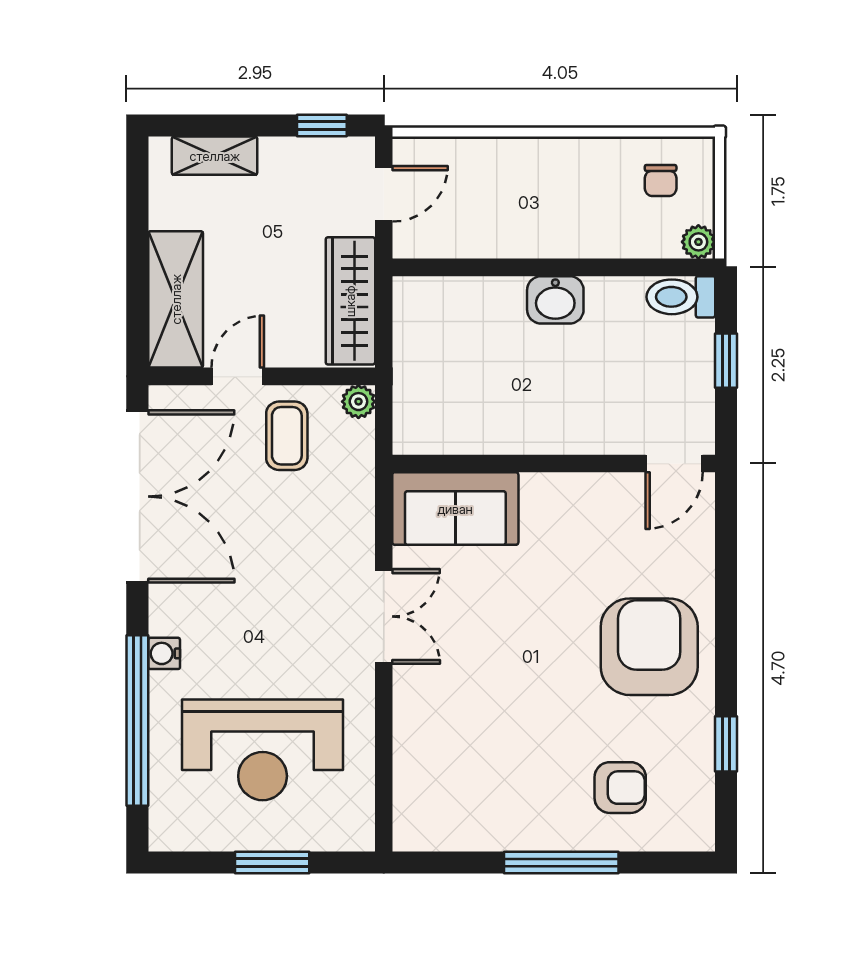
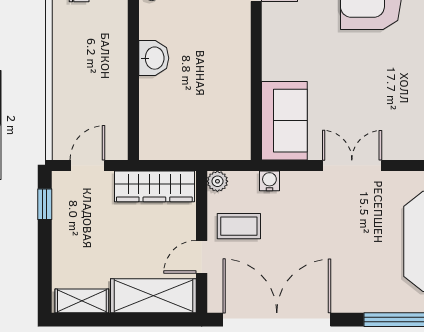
shelving: (215, 156) -> (82, 301), moved, turned 90
door: (384, 194) -> (87, 165), hinge flipped
door: (238, 376) -> (202, 257), hinge flipped
water cooler: (164, 653) -> (269, 181), moved, turned 180

